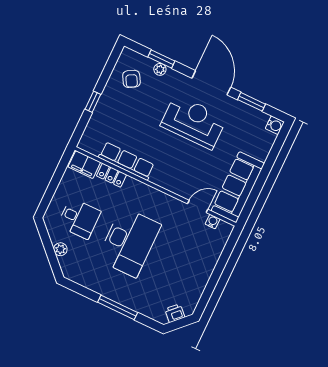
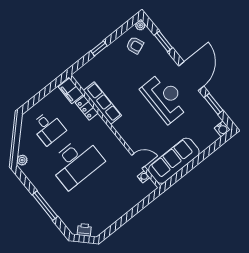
plant: (160, 69) -> (140, 25), moved
armchair: (131, 79) -> (135, 45), turned -82
plant: (60, 249) -> (22, 160), moved

